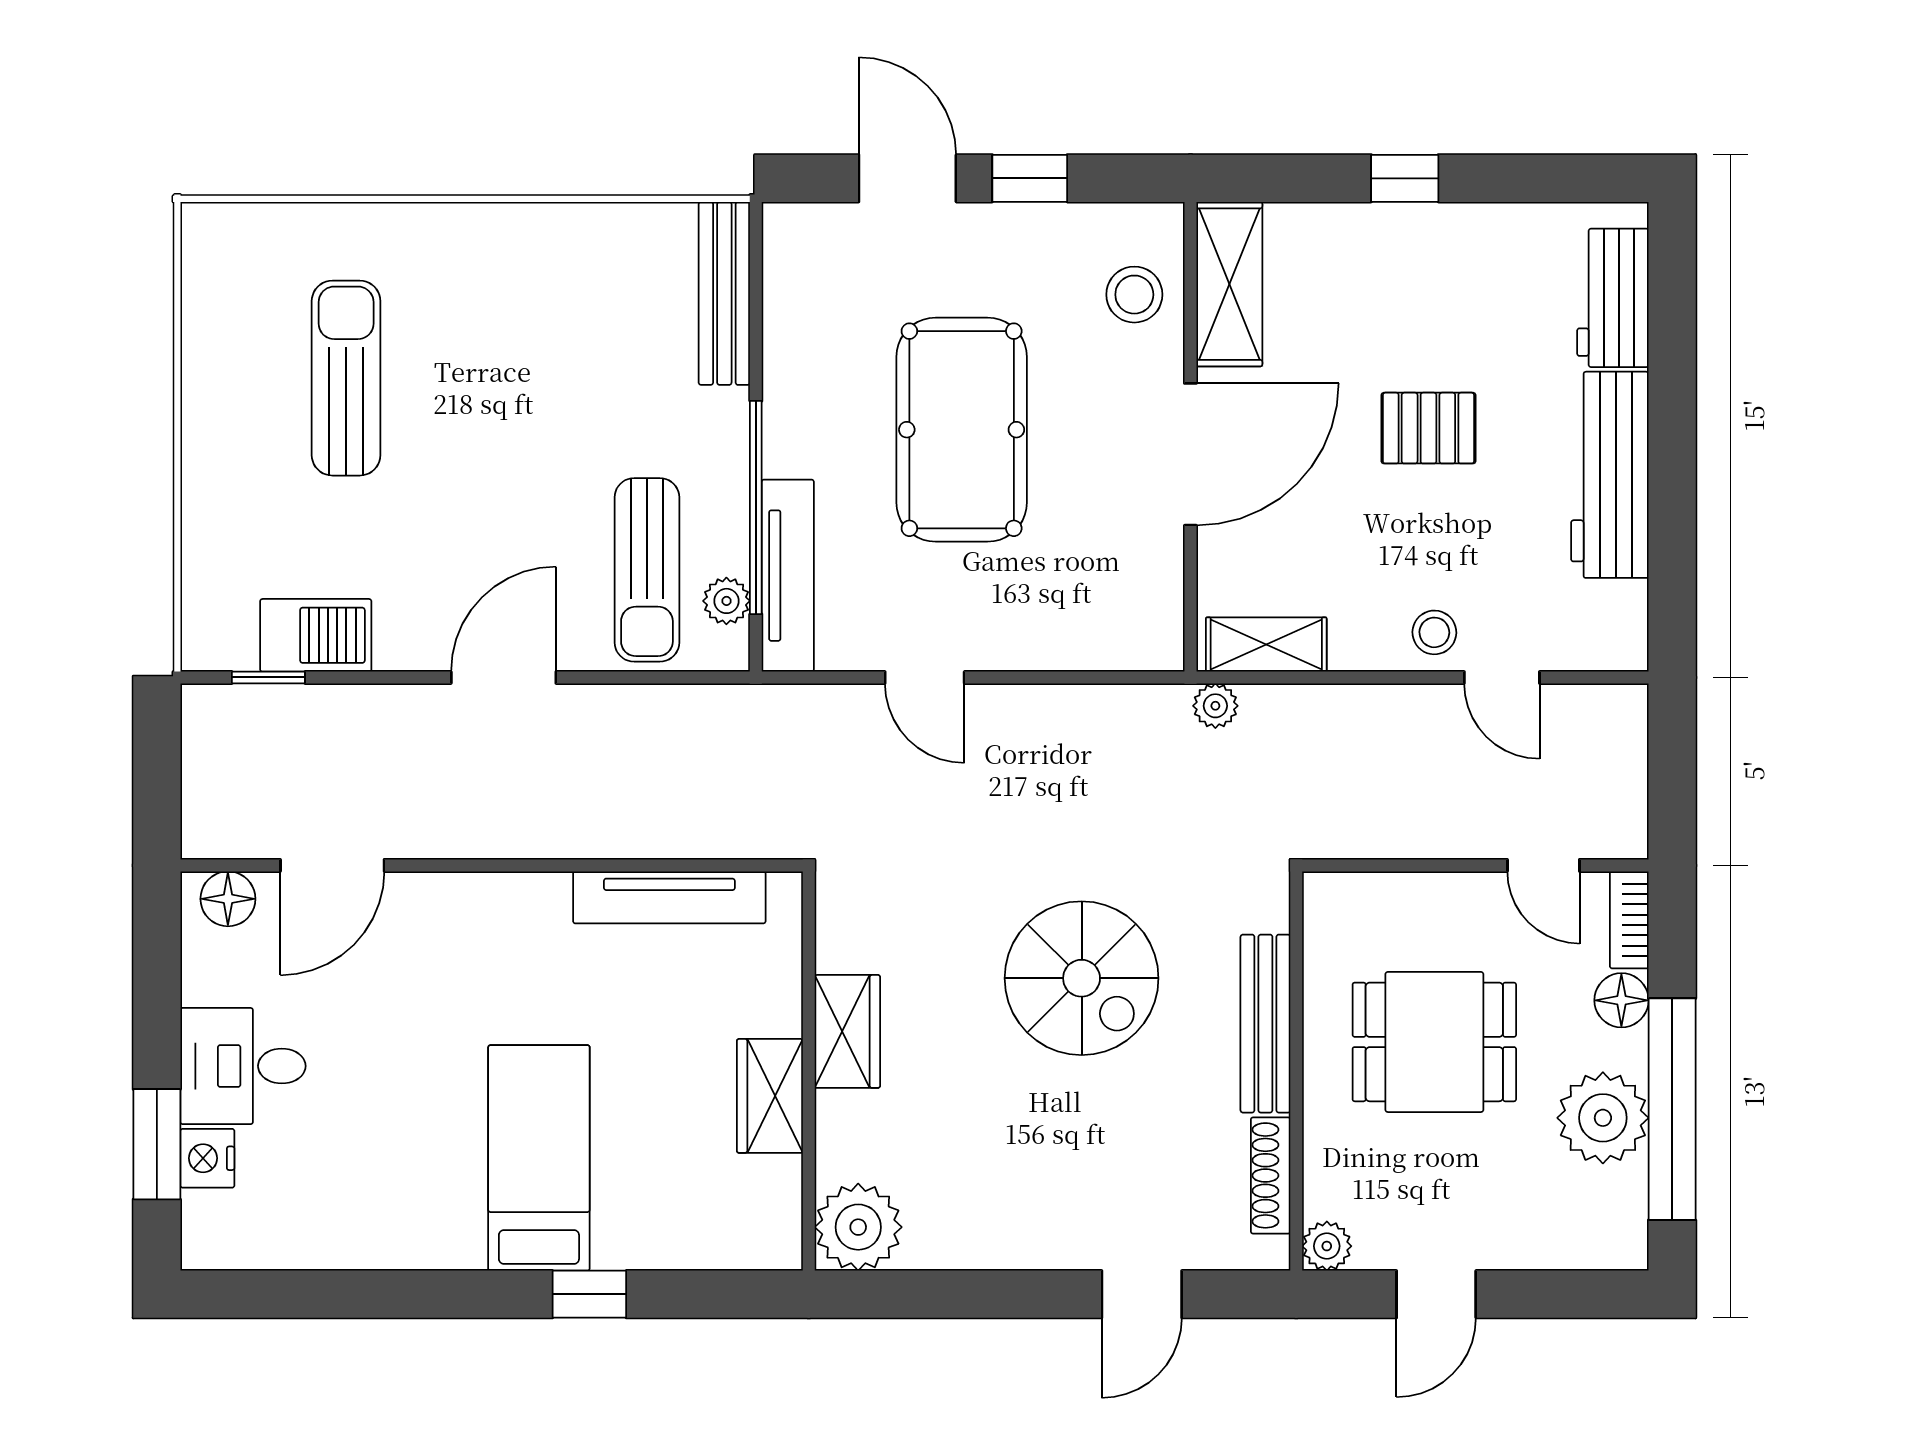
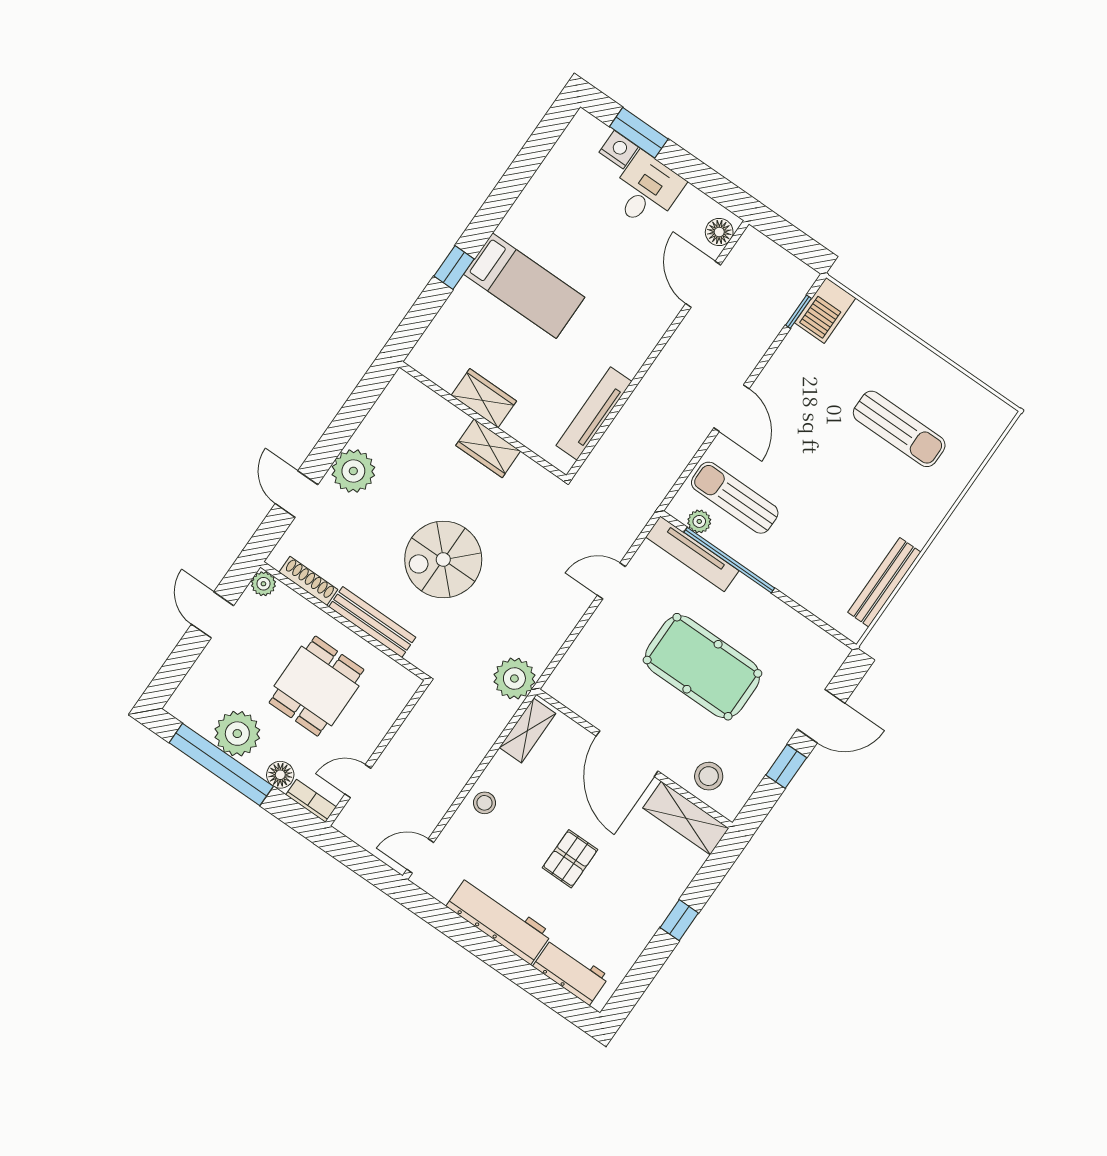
bench: (724, 293) -> (884, 582), moved, turned 90
barbecue: (316, 635) -> (825, 310), moved
door: (1502, 677) -> (420, 856), moved
plant: (1215, 706) -> (514, 678), width x1.88, depth x1.88
plant: (858, 1227) -> (353, 471), moved

